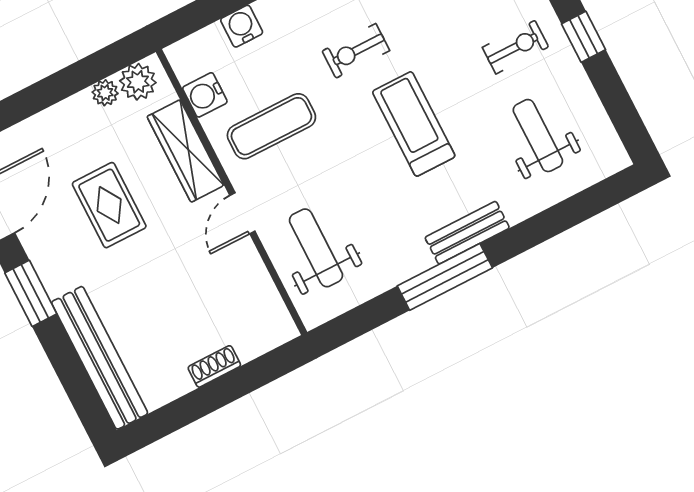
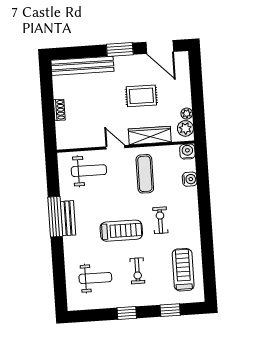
exercise bike: (515, 47) -> (137, 271), moved
water cooler: (205, 95) -> (187, 152), moved
bench: (467, 233) -> (68, 218), moved

